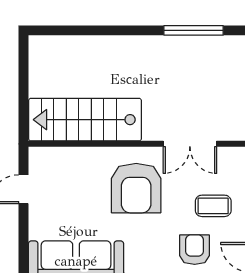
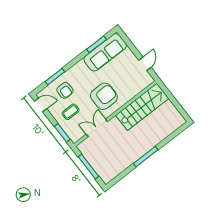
window: (194, 30) -> (146, 157), moved
armchair: (136, 188) -> (104, 96), turned 90

